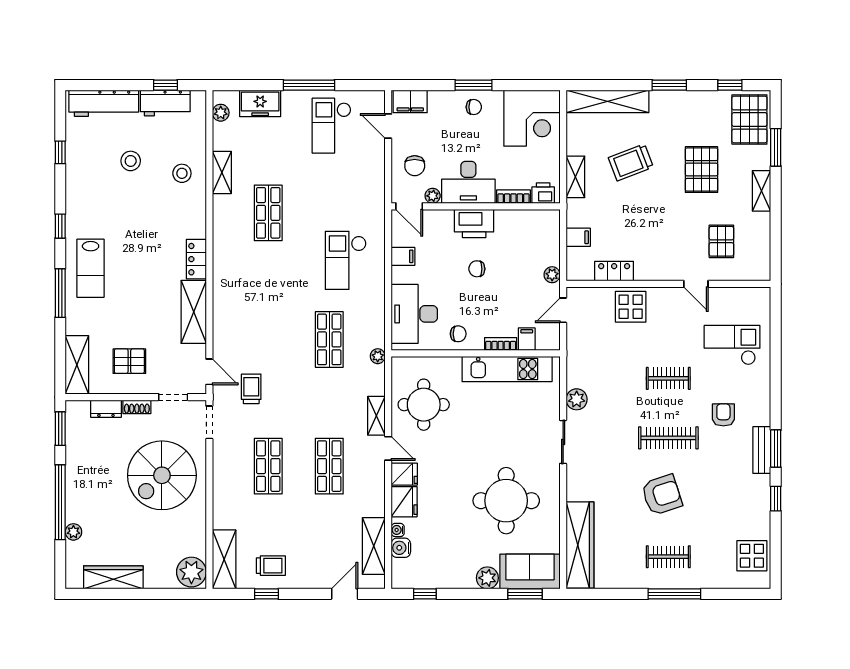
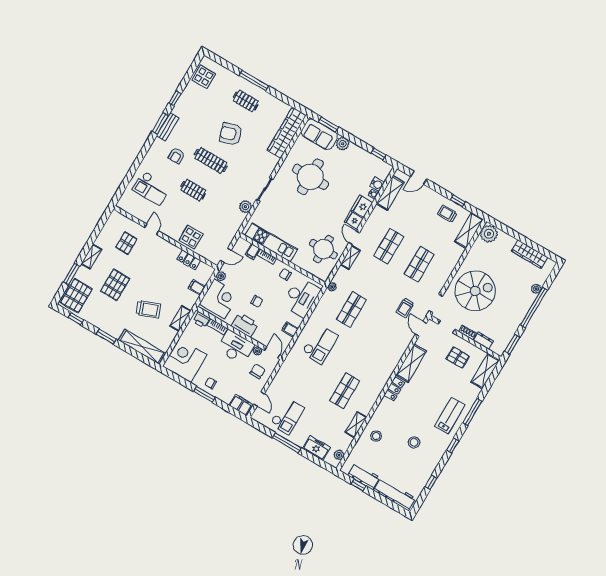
stool: (131, 161) -> (414, 442), moved
corner desk: (535, 240) -> (219, 299), added

